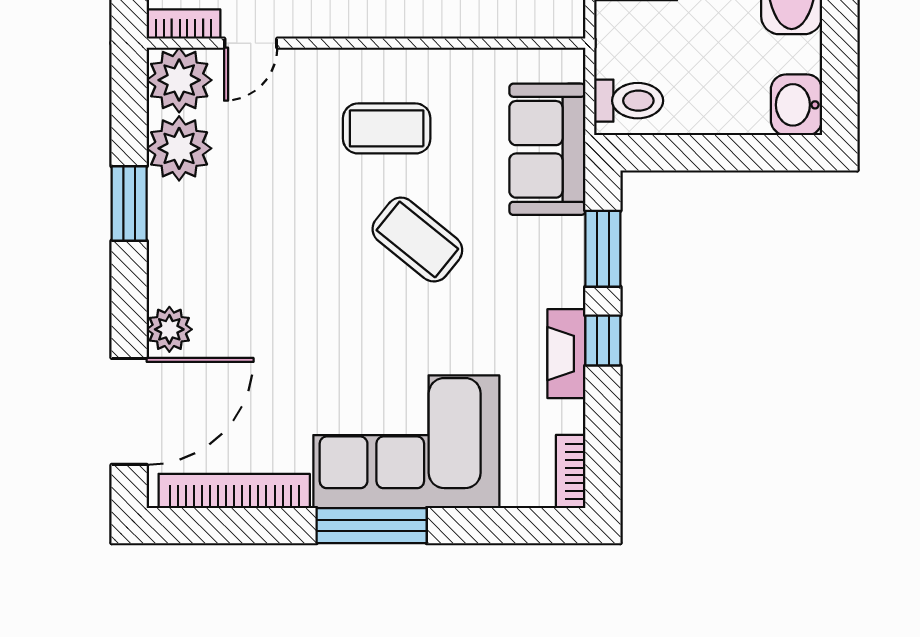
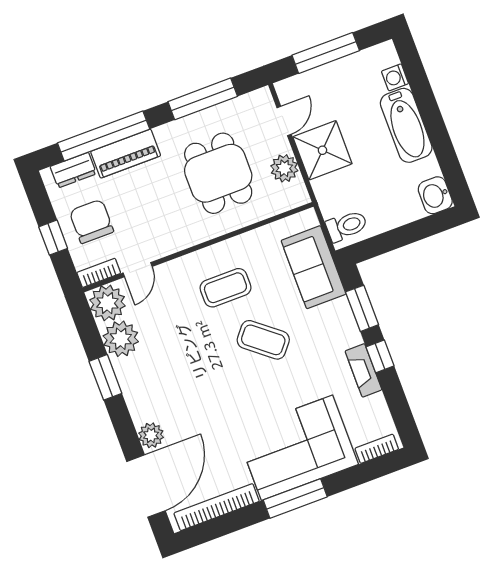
bookcase: (571, 471) -> (377, 449), moved, turned 90

